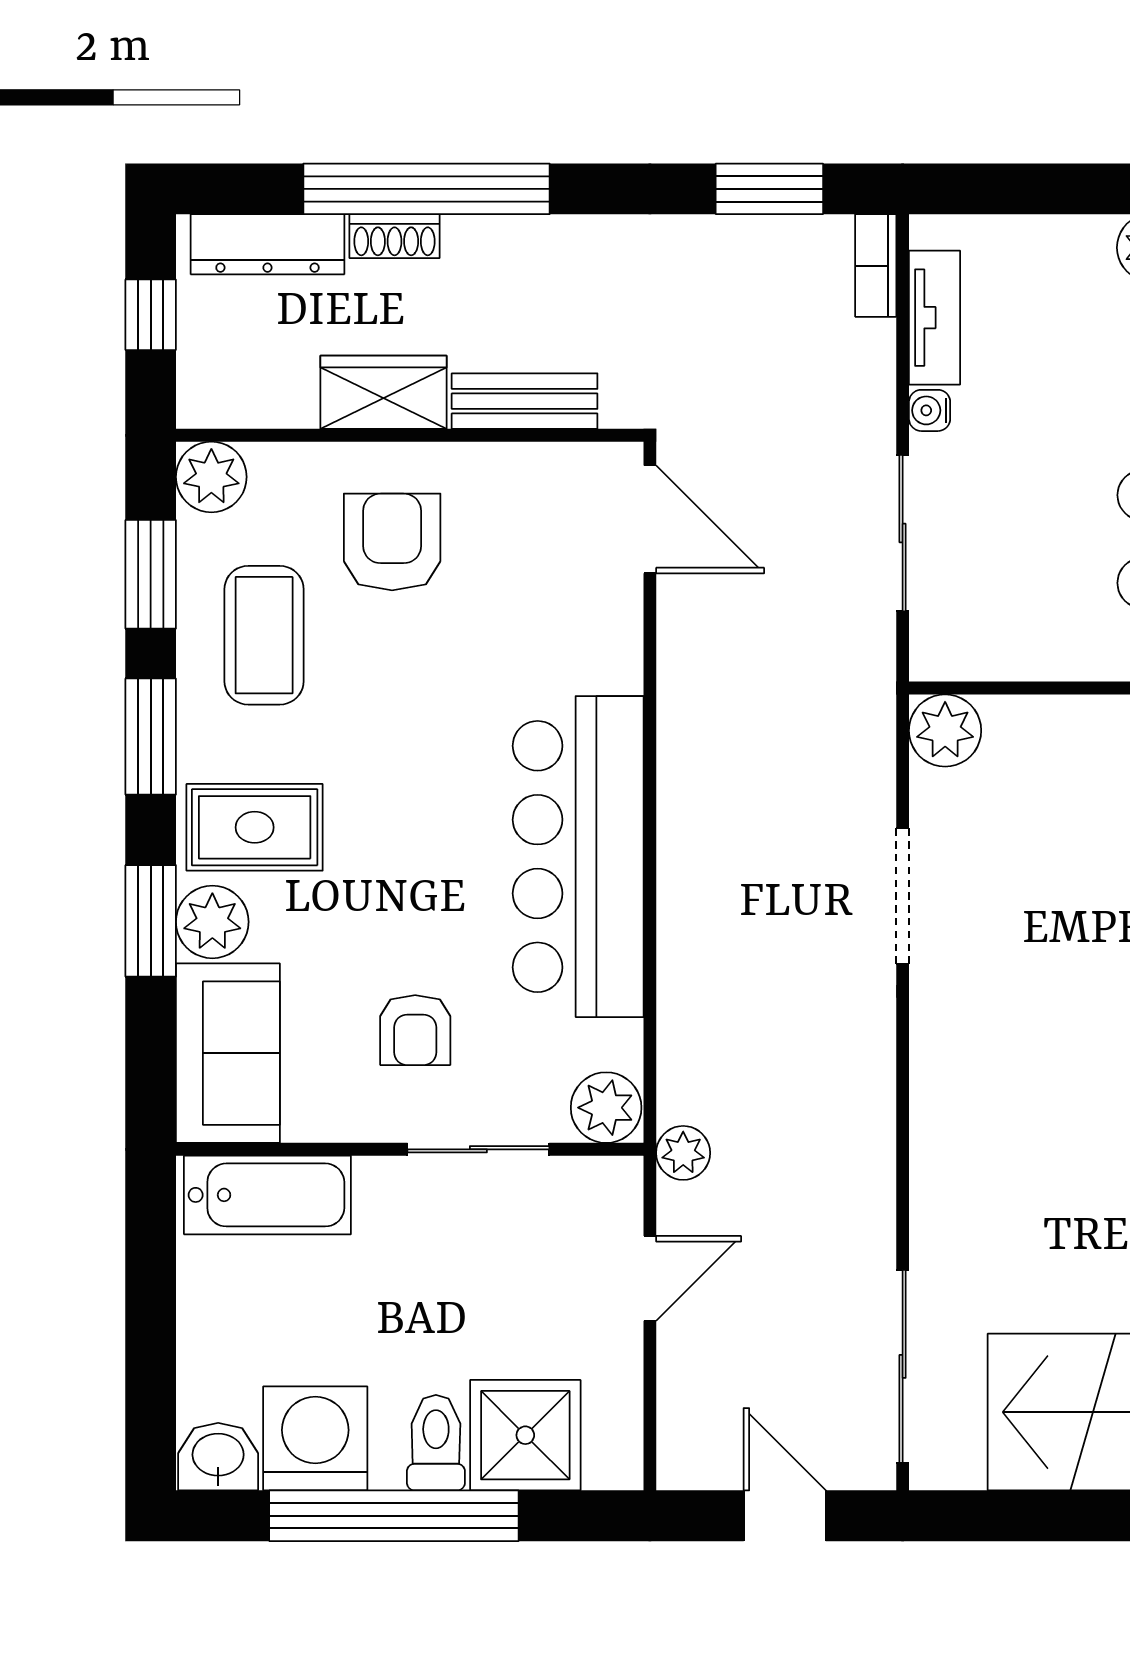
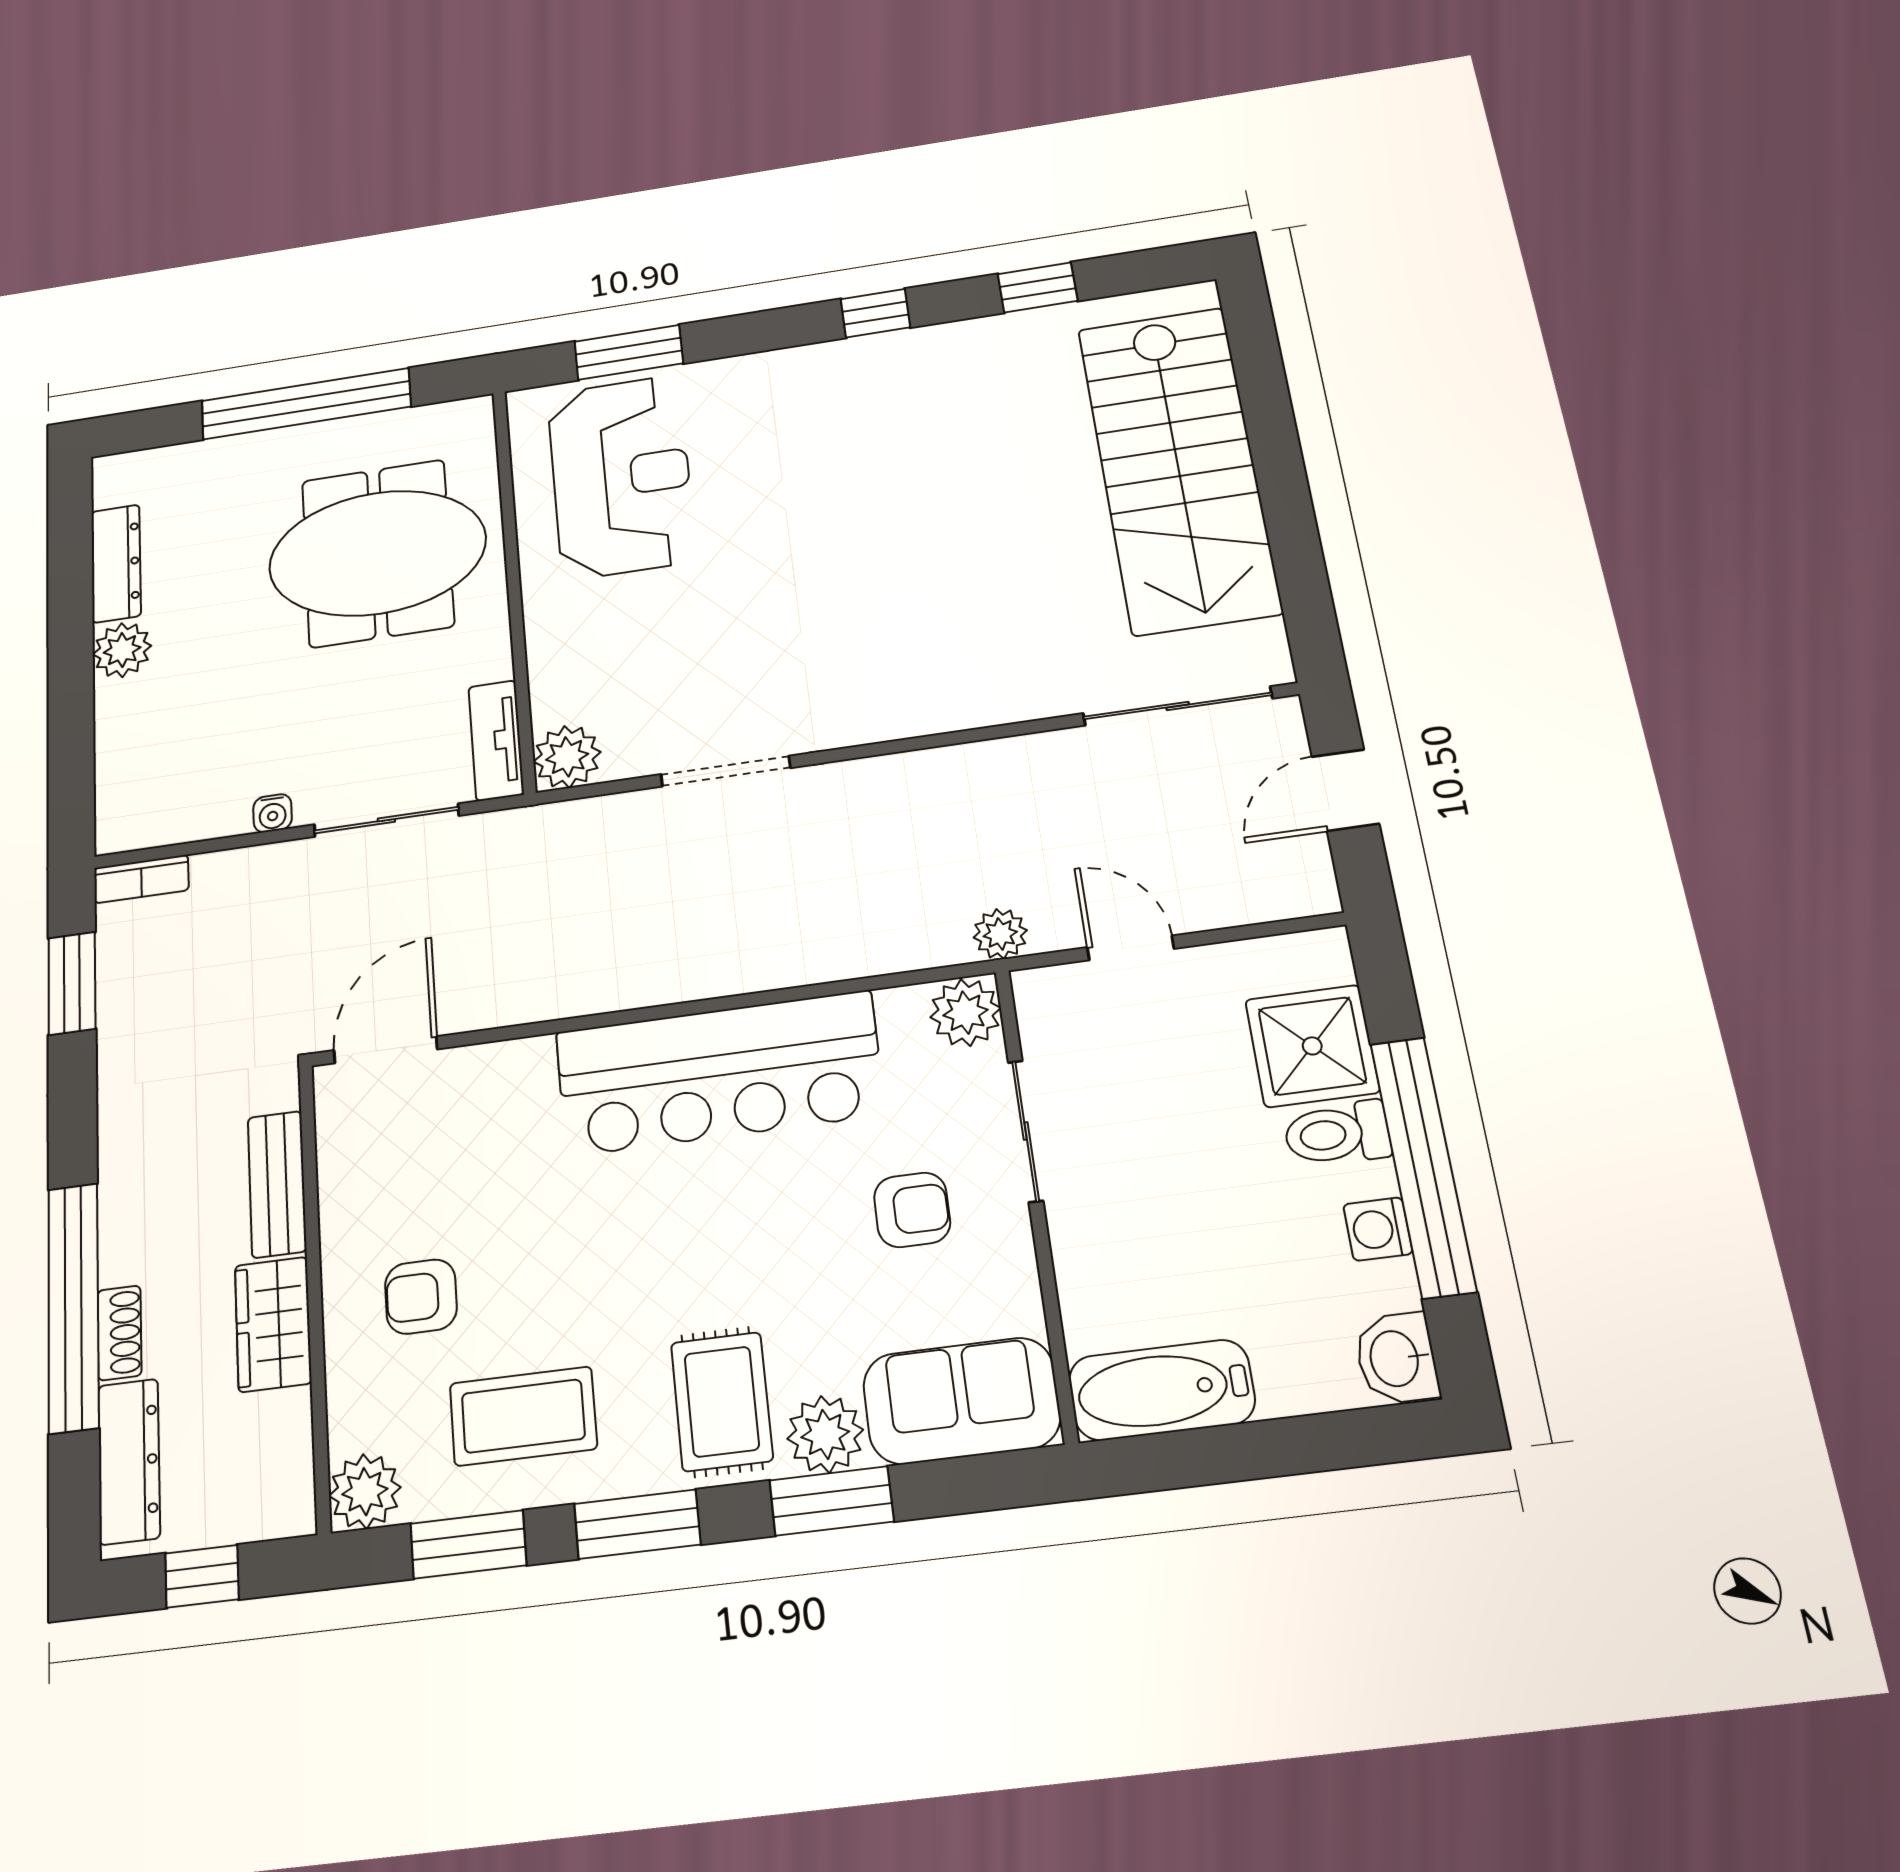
tv unit: (935, 318) -> (496, 740), moved, turned -90
armchair: (392, 542) -> (421, 1297), width x0.72, depth x0.72
bathtub: (267, 1195) -> (1162, 1390), moved, turned -90
washing machine: (315, 1438) -> (1378, 1229), width x0.53, depth x0.53

